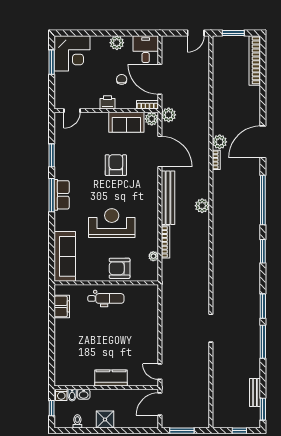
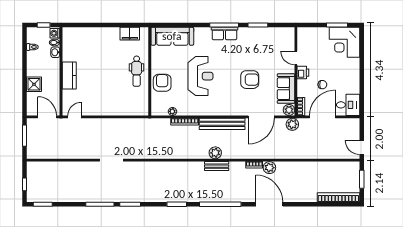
plant: (117, 43) -> (353, 80), removed
door: (72, 111) -> (296, 58), moved
bench: (255, 393) -> (217, 166), moved
shower: (105, 420) -> (34, 84), moved

